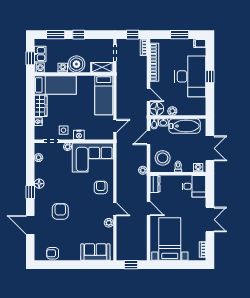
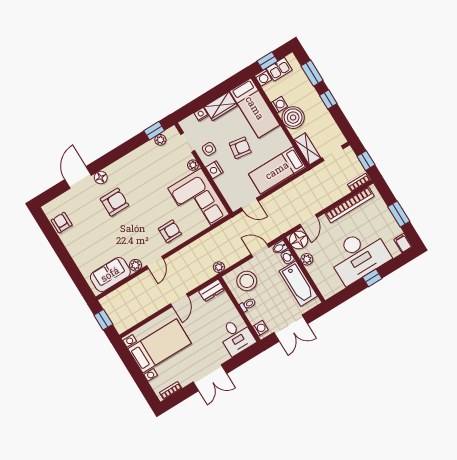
armchair: (75, 110) -> (240, 148), added
floor lamp: (39, 184) -> (101, 178), moved
window: (30, 192) -> (154, 131), moved
sofa: (95, 252) -> (110, 274), moved, turned -90

